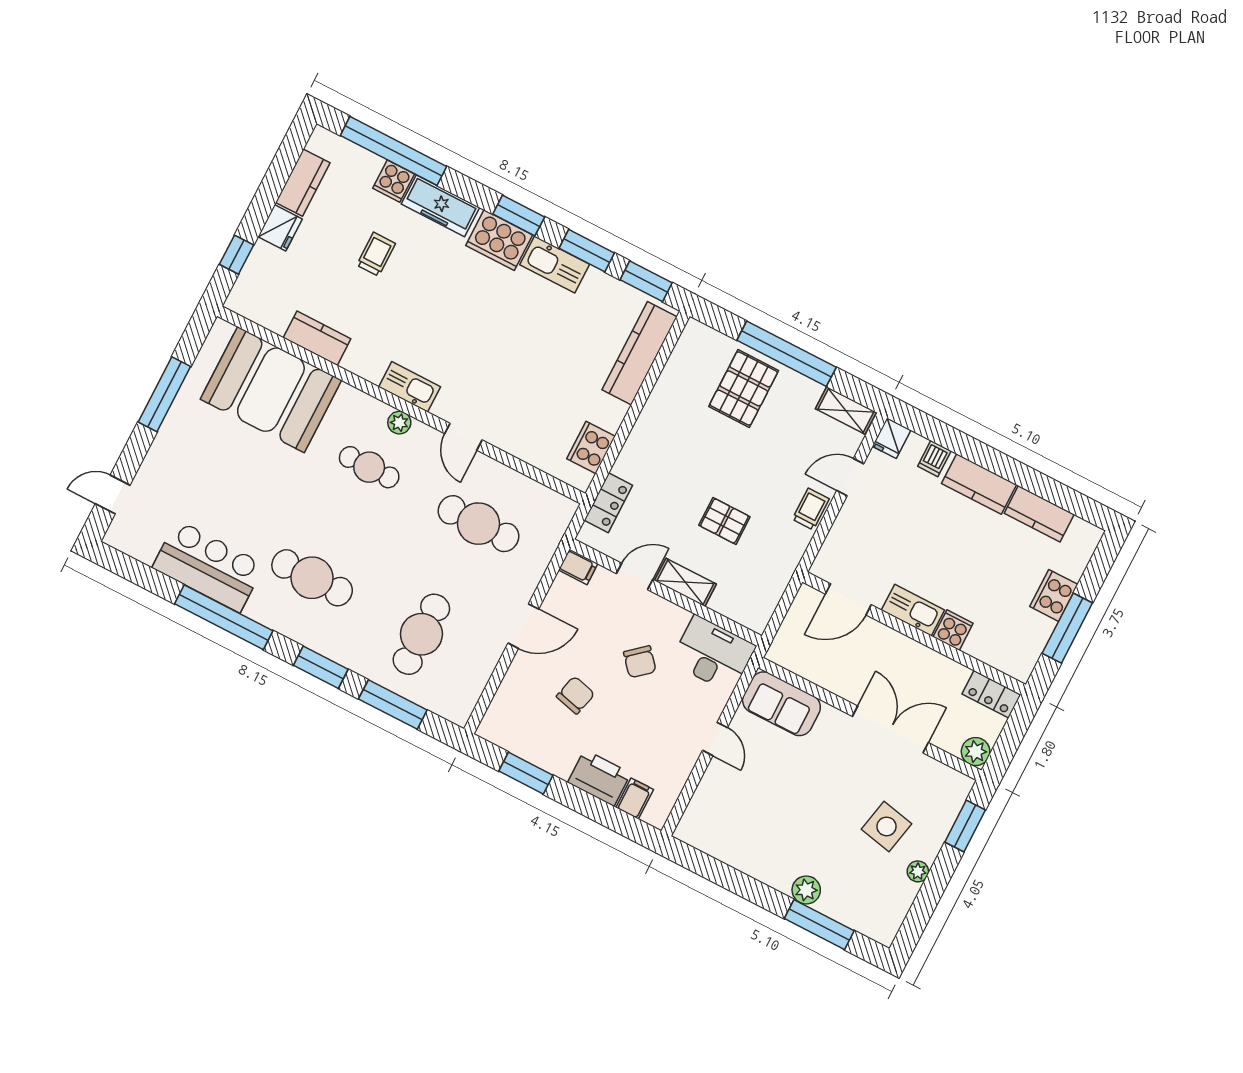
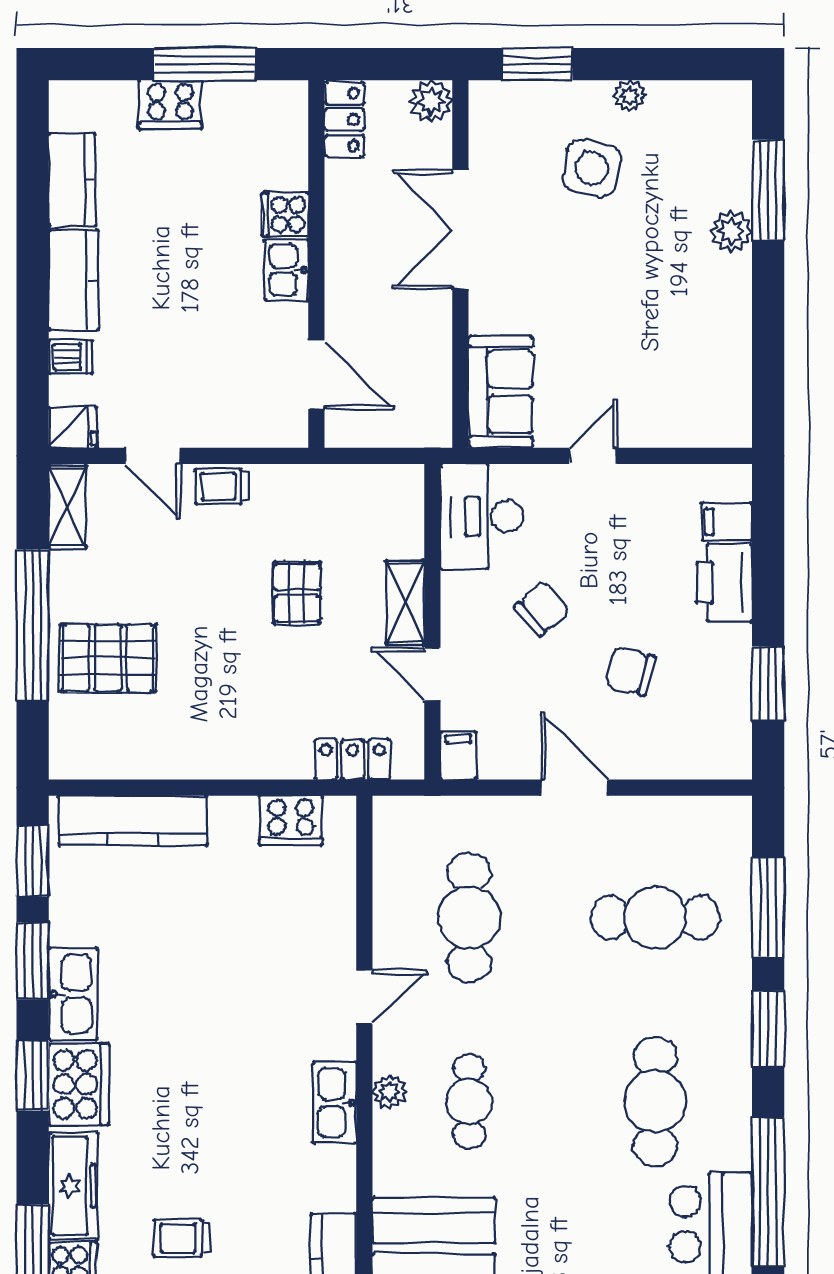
kitchen sink: (913, 610) -> (286, 270), width x0.73

